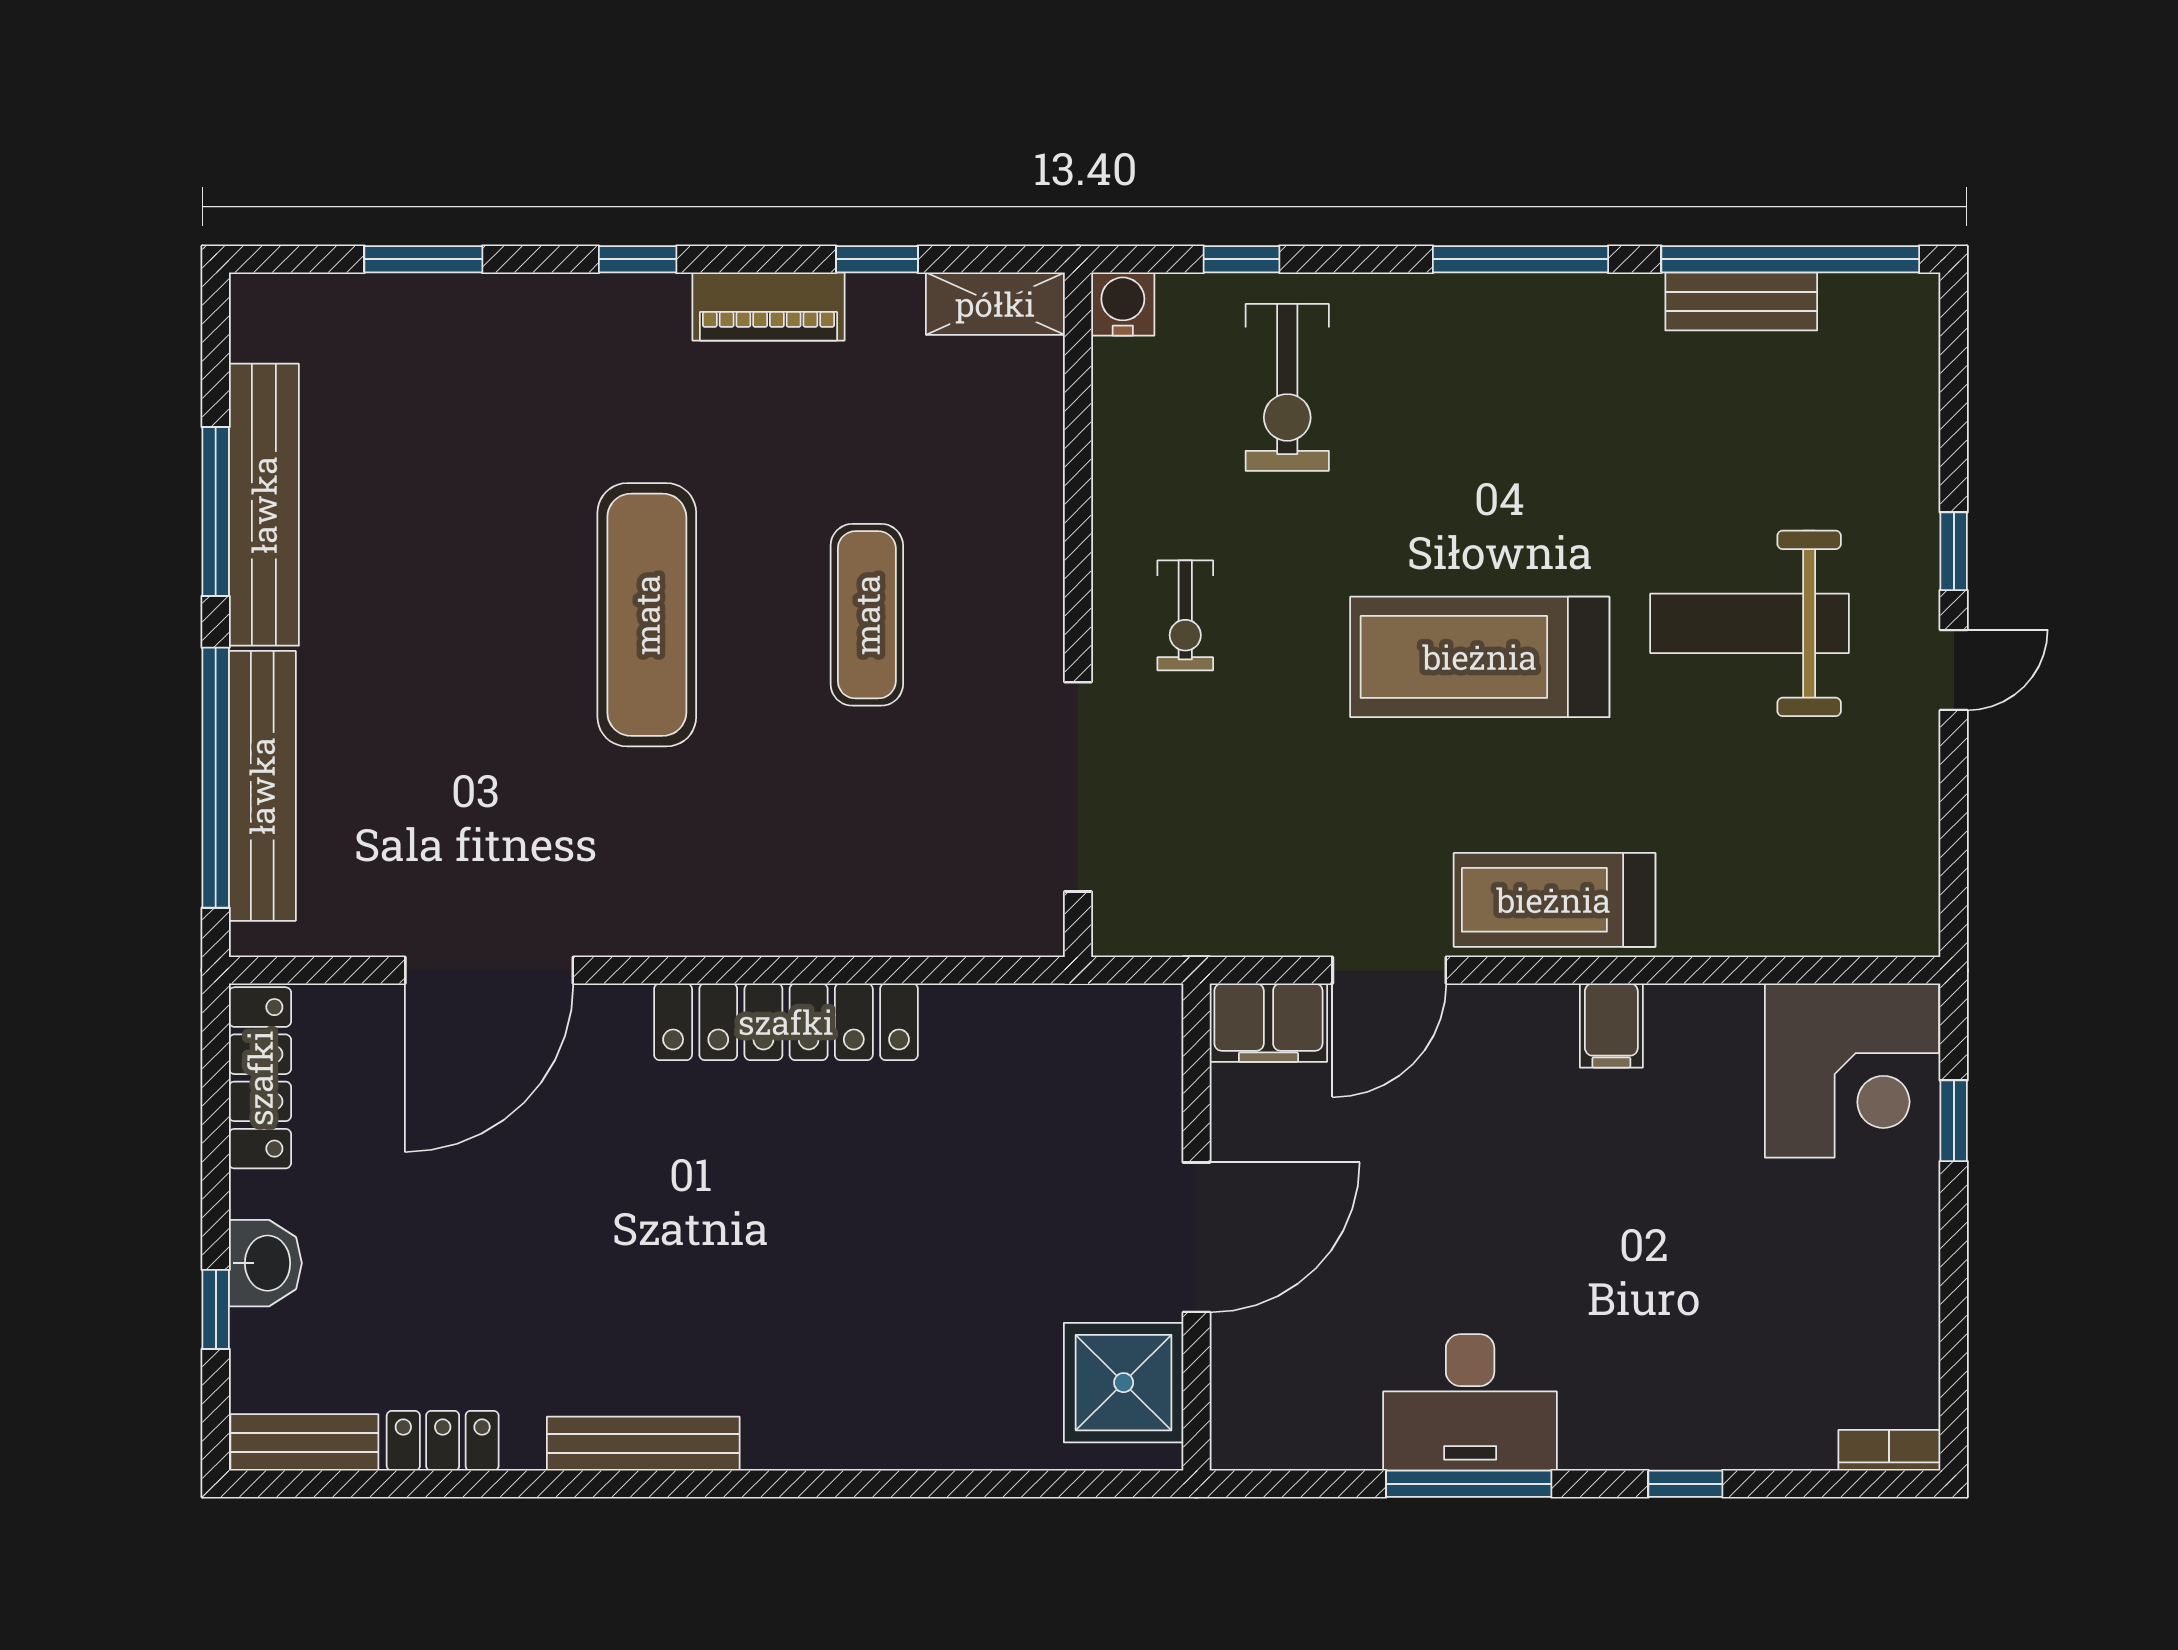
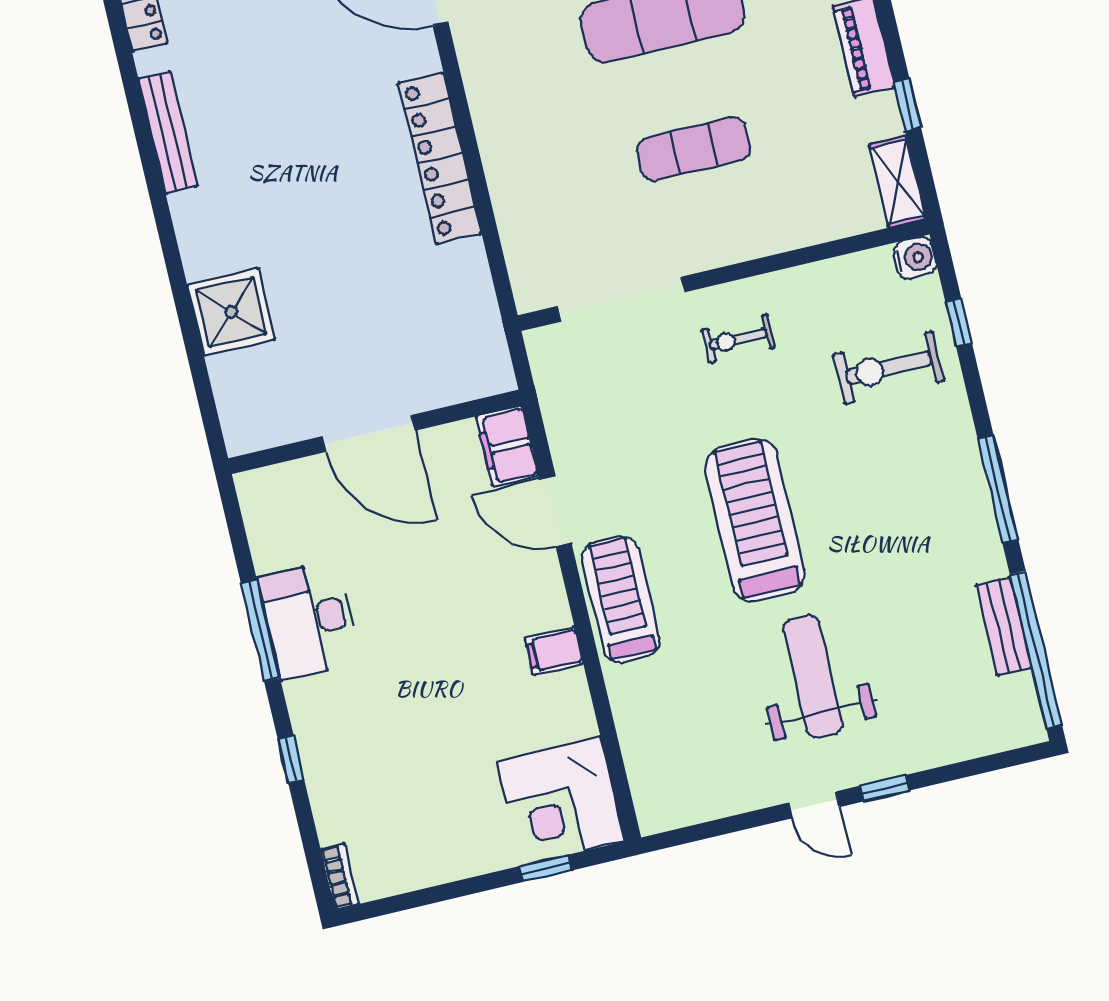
shower: (1124, 1383) -> (231, 312), moved

